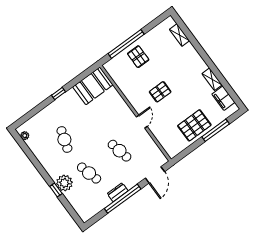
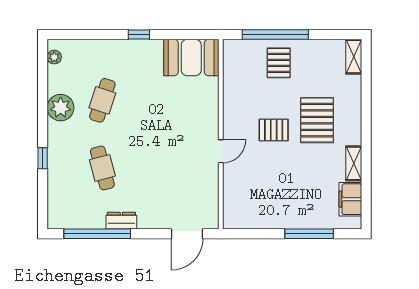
shelving: (180, 35) -> (354, 57), moved
pallet: (194, 125) -> (317, 120), moved, turned 90
cafe table: (120, 151) -> (164, 168), removed
plant: (64, 183) -> (61, 108), moved
window: (123, 199) -> (97, 234), moved

